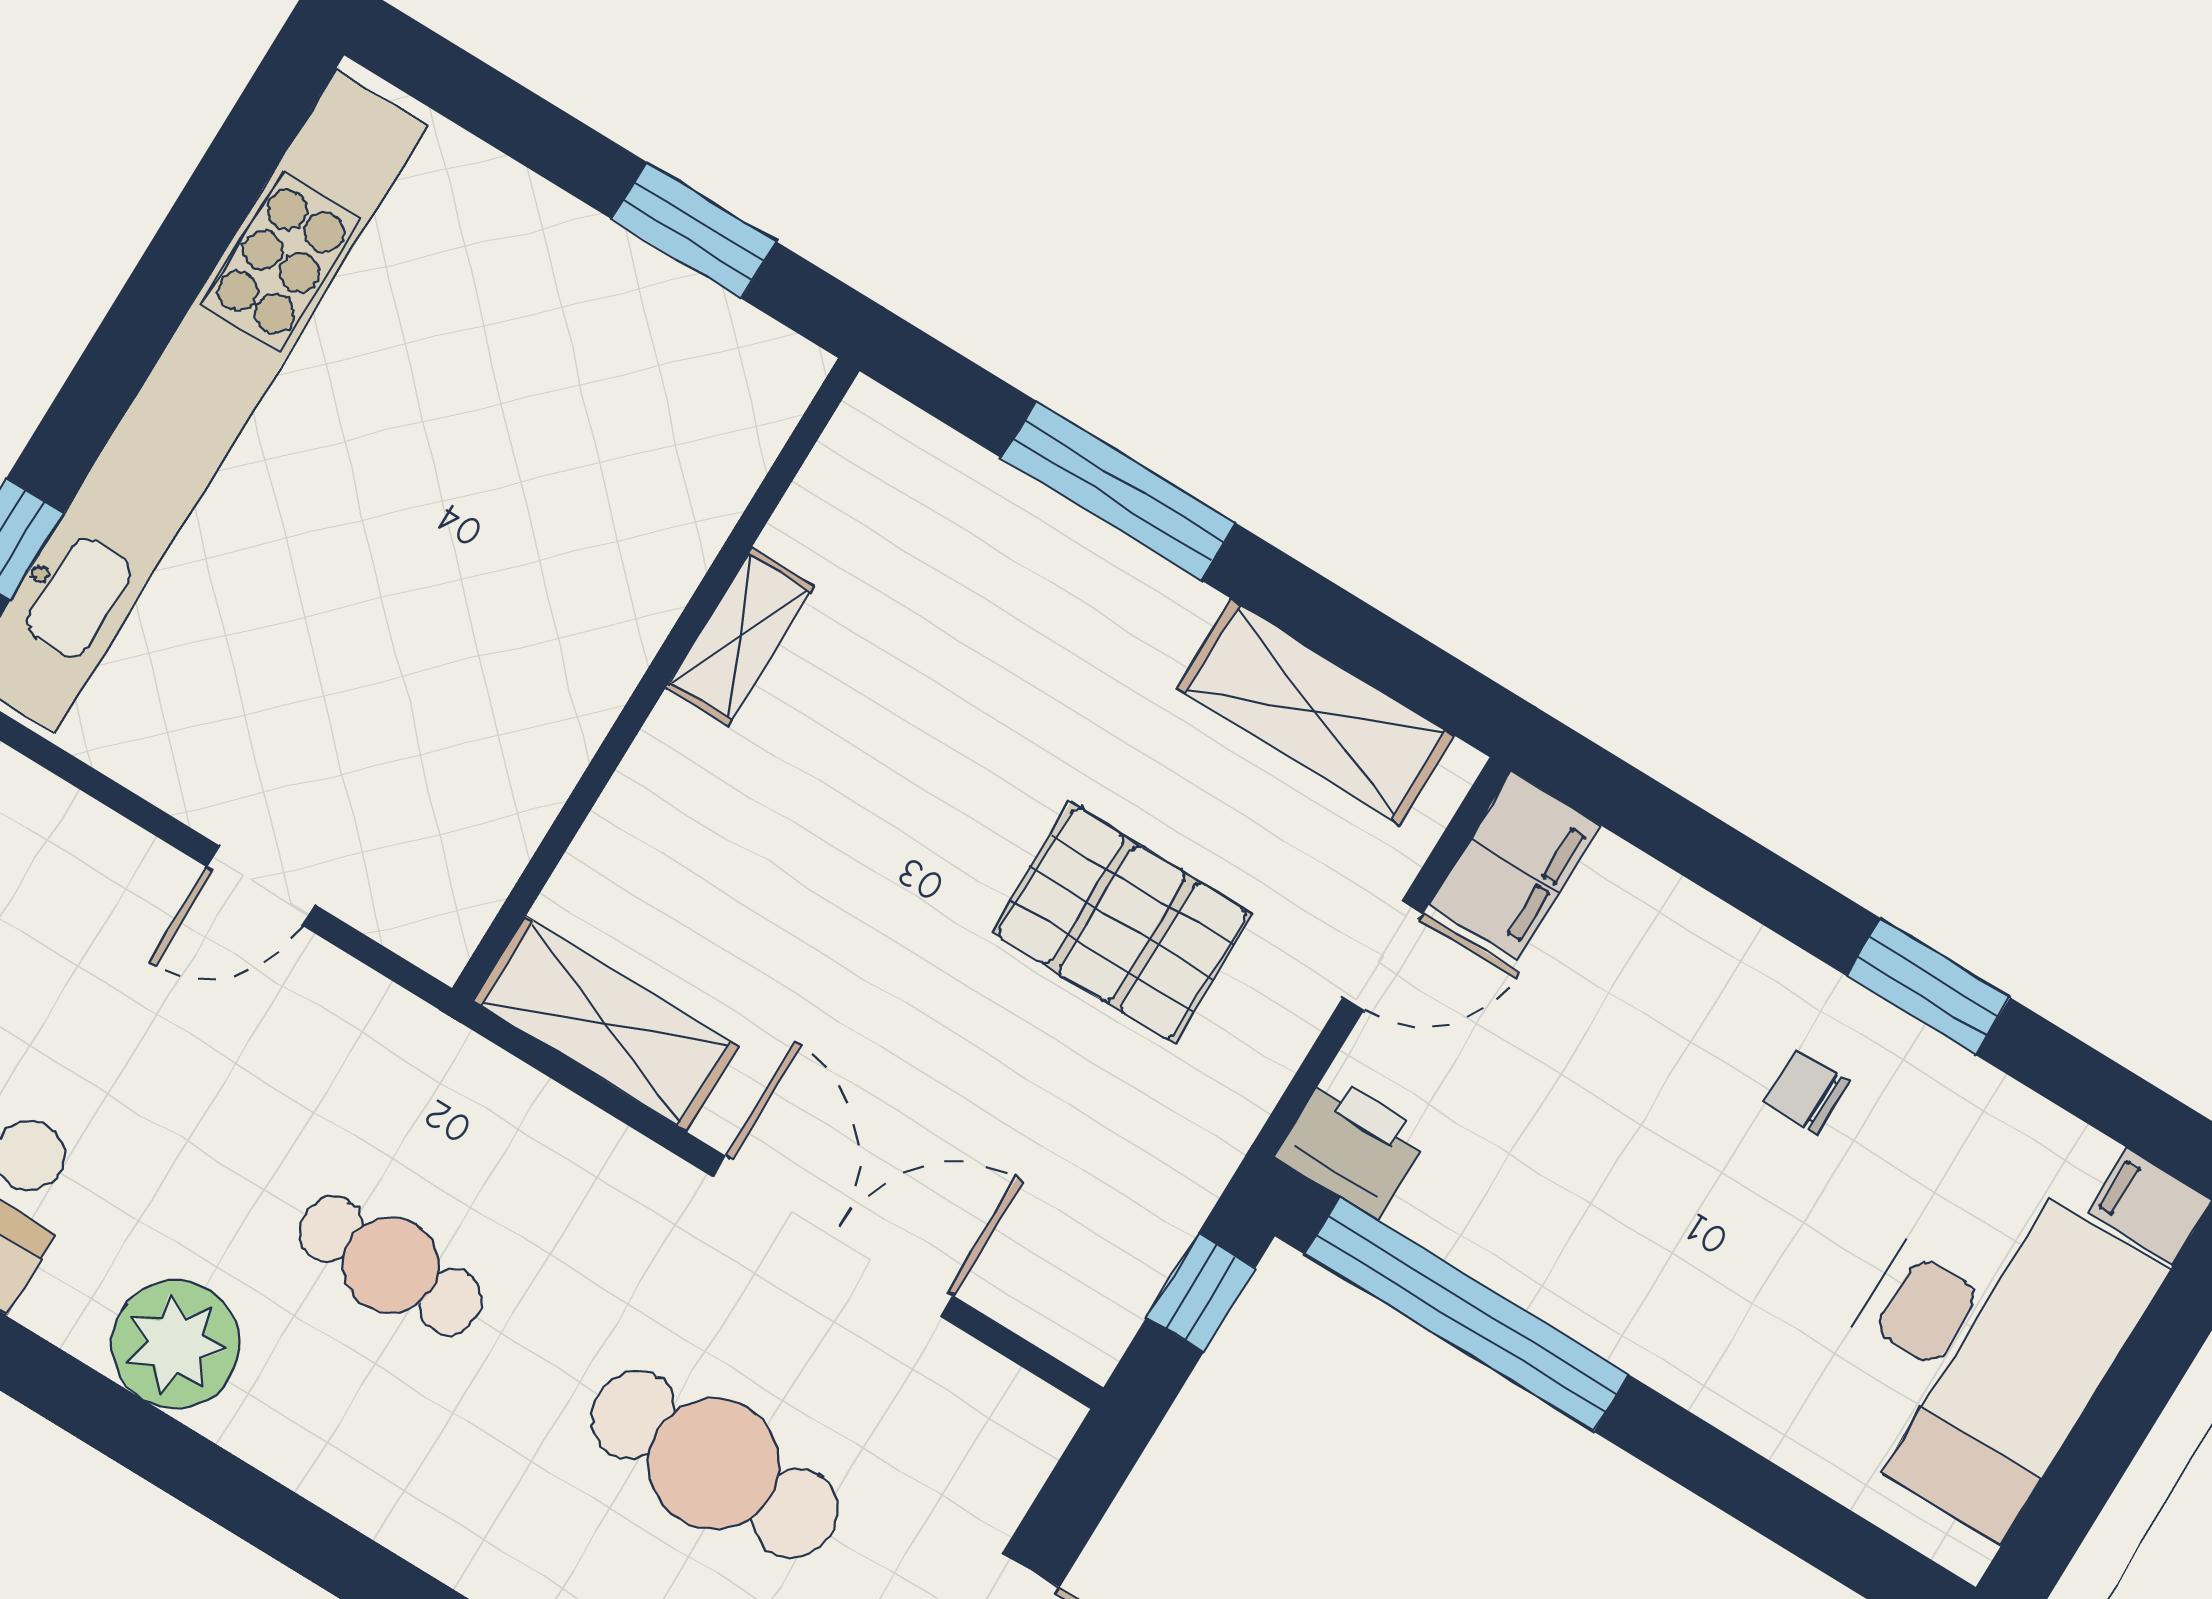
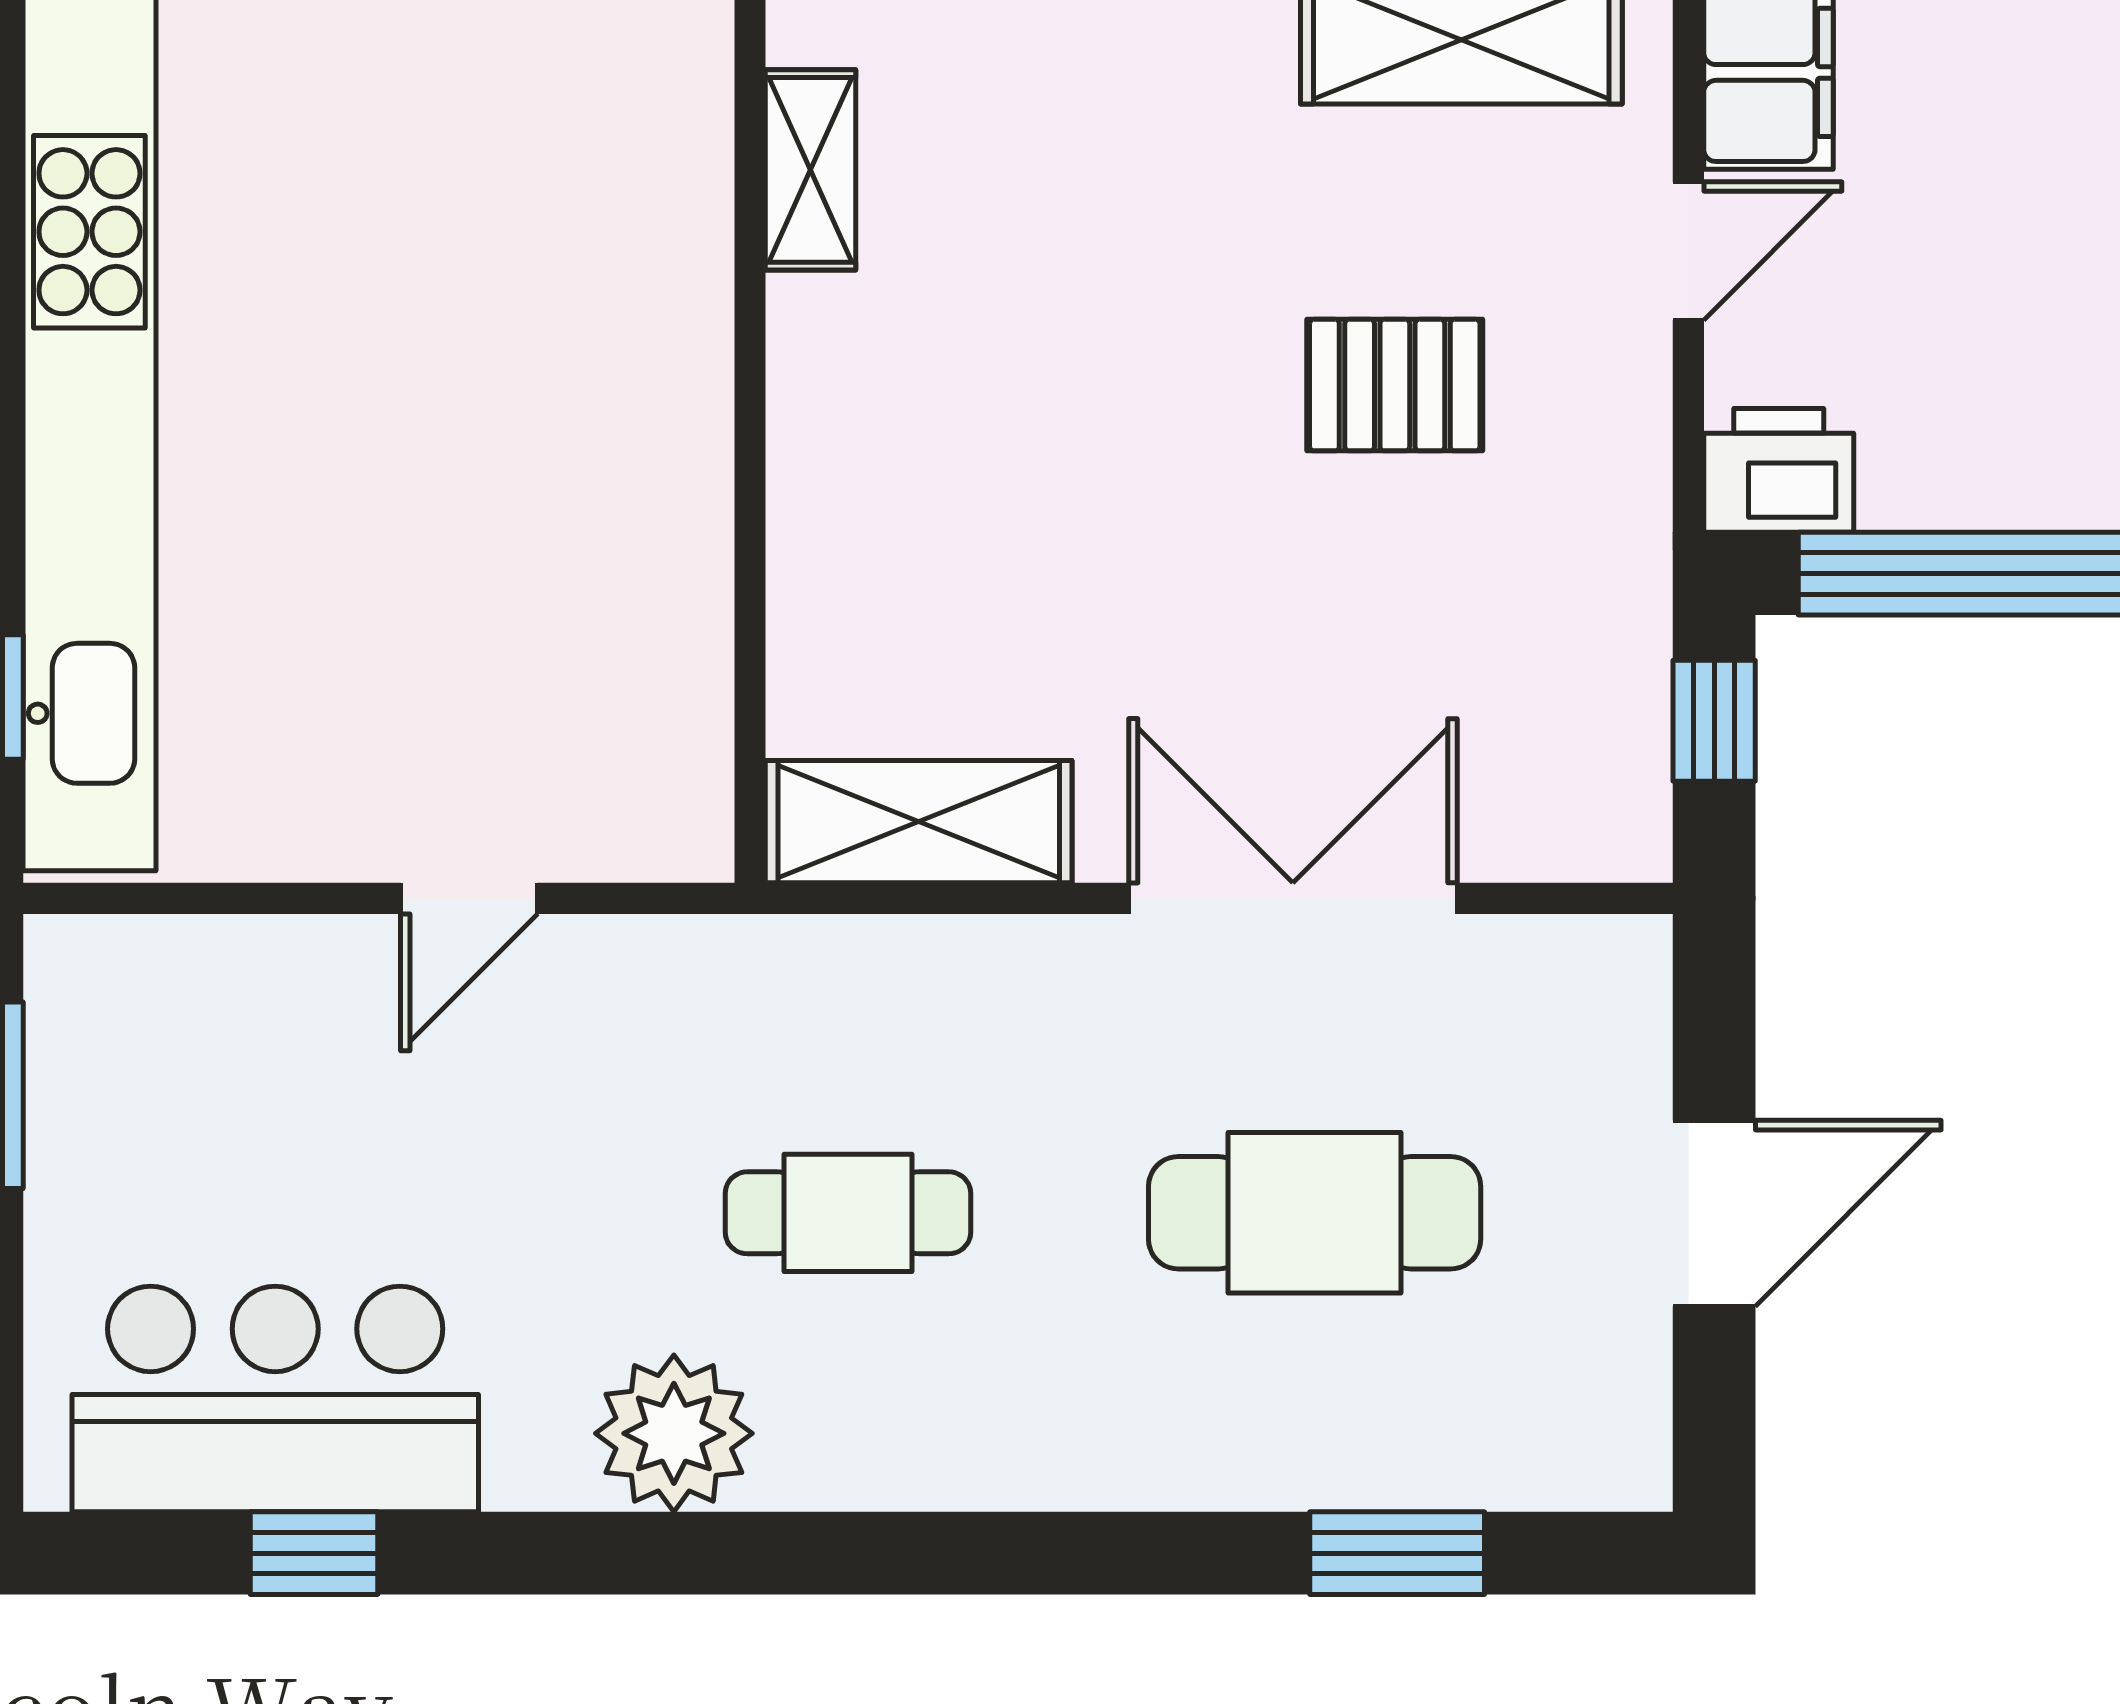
shelving: (740, 637) -> (811, 170), moved
pallet: (1122, 923) -> (1395, 385), width x0.67, depth x0.71

